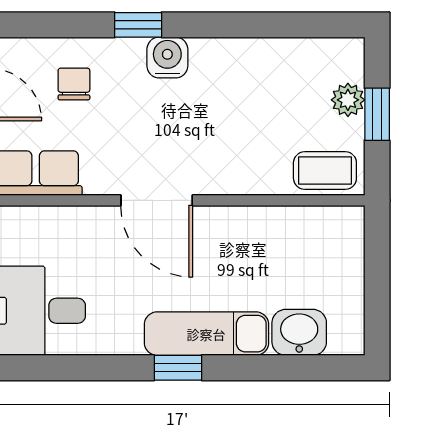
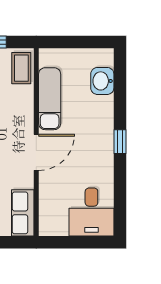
exam couch: (206, 334) -> (50, 99), moved, turned 180

